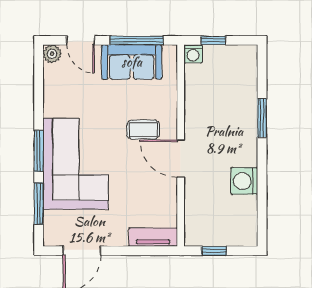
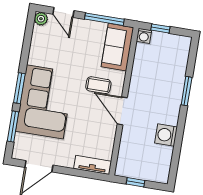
sofa: (132, 62) -> (117, 47), moved, turned 90

